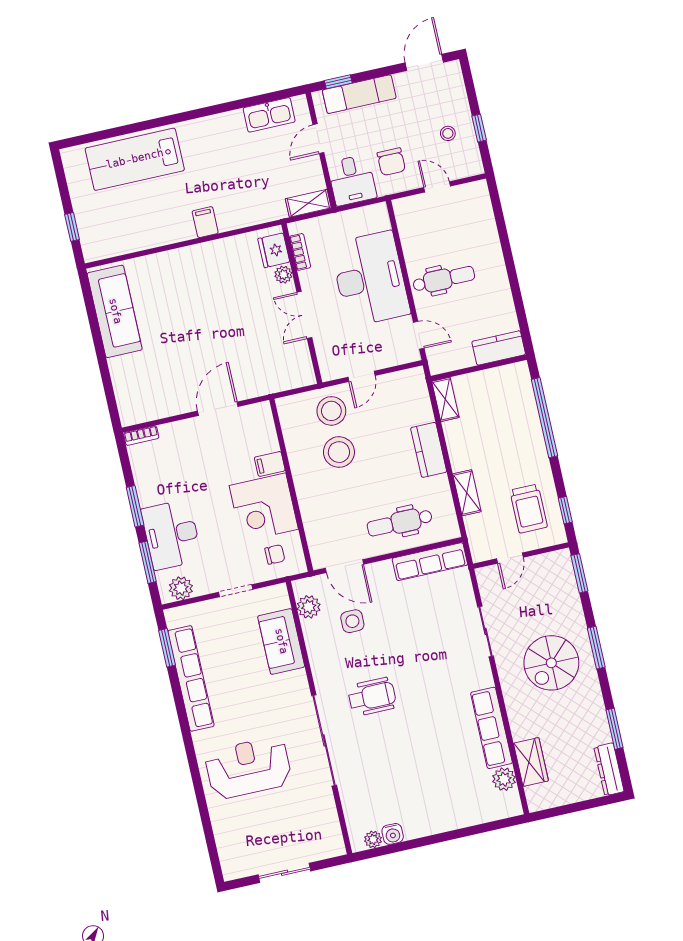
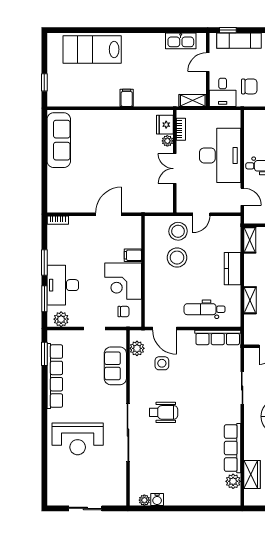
chair: (391, 162) -> (249, 86), turned -90
reception desk: (248, 768) -> (78, 439), turned 180

